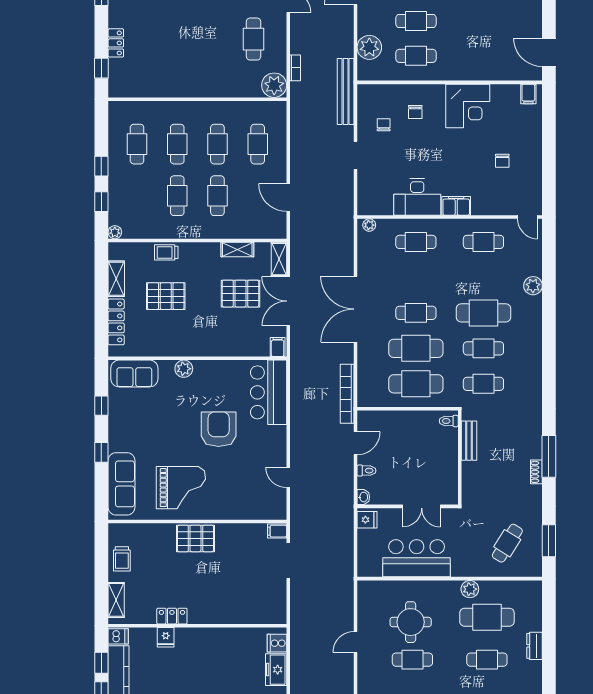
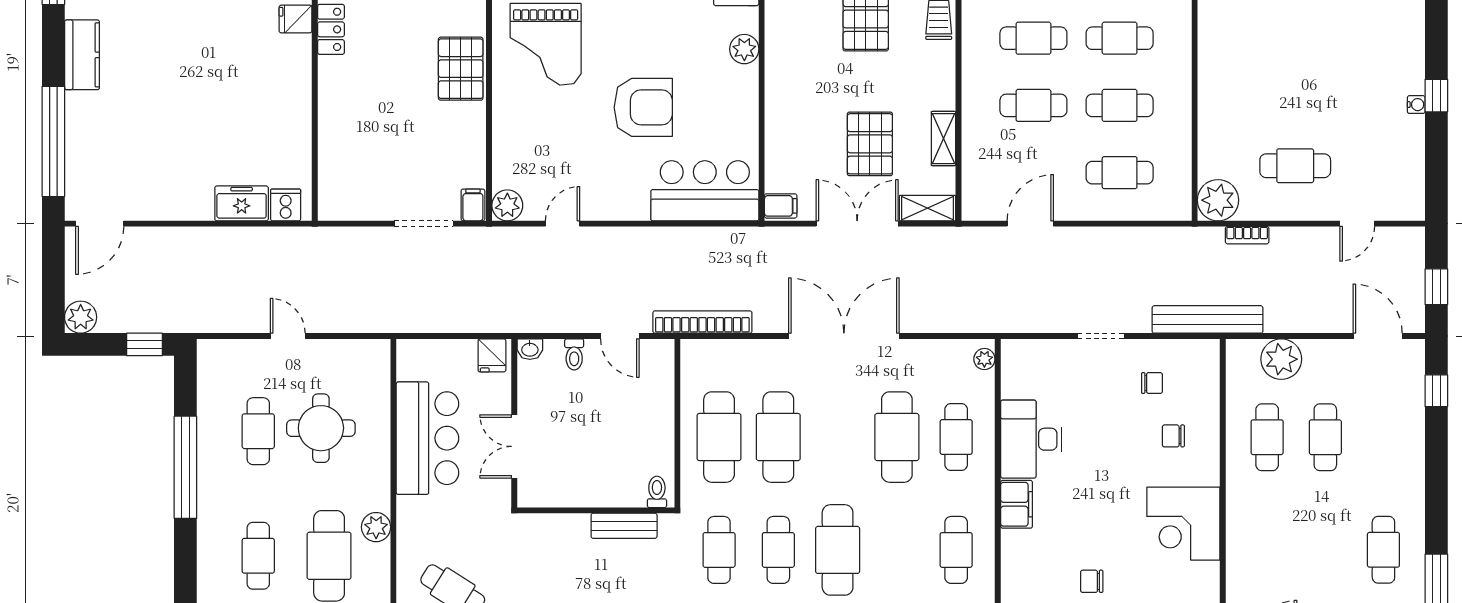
cafe table: (416, 313) -> (897, 437), moved, width x1.37, depth x1.35
plant: (277, 511) -> (507, 205), added

